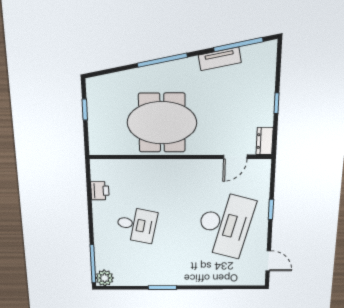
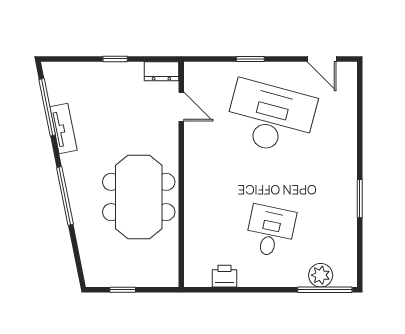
door: (268, 261) -> (322, 59), swing flipped
plant: (105, 278) -> (321, 275), moved

